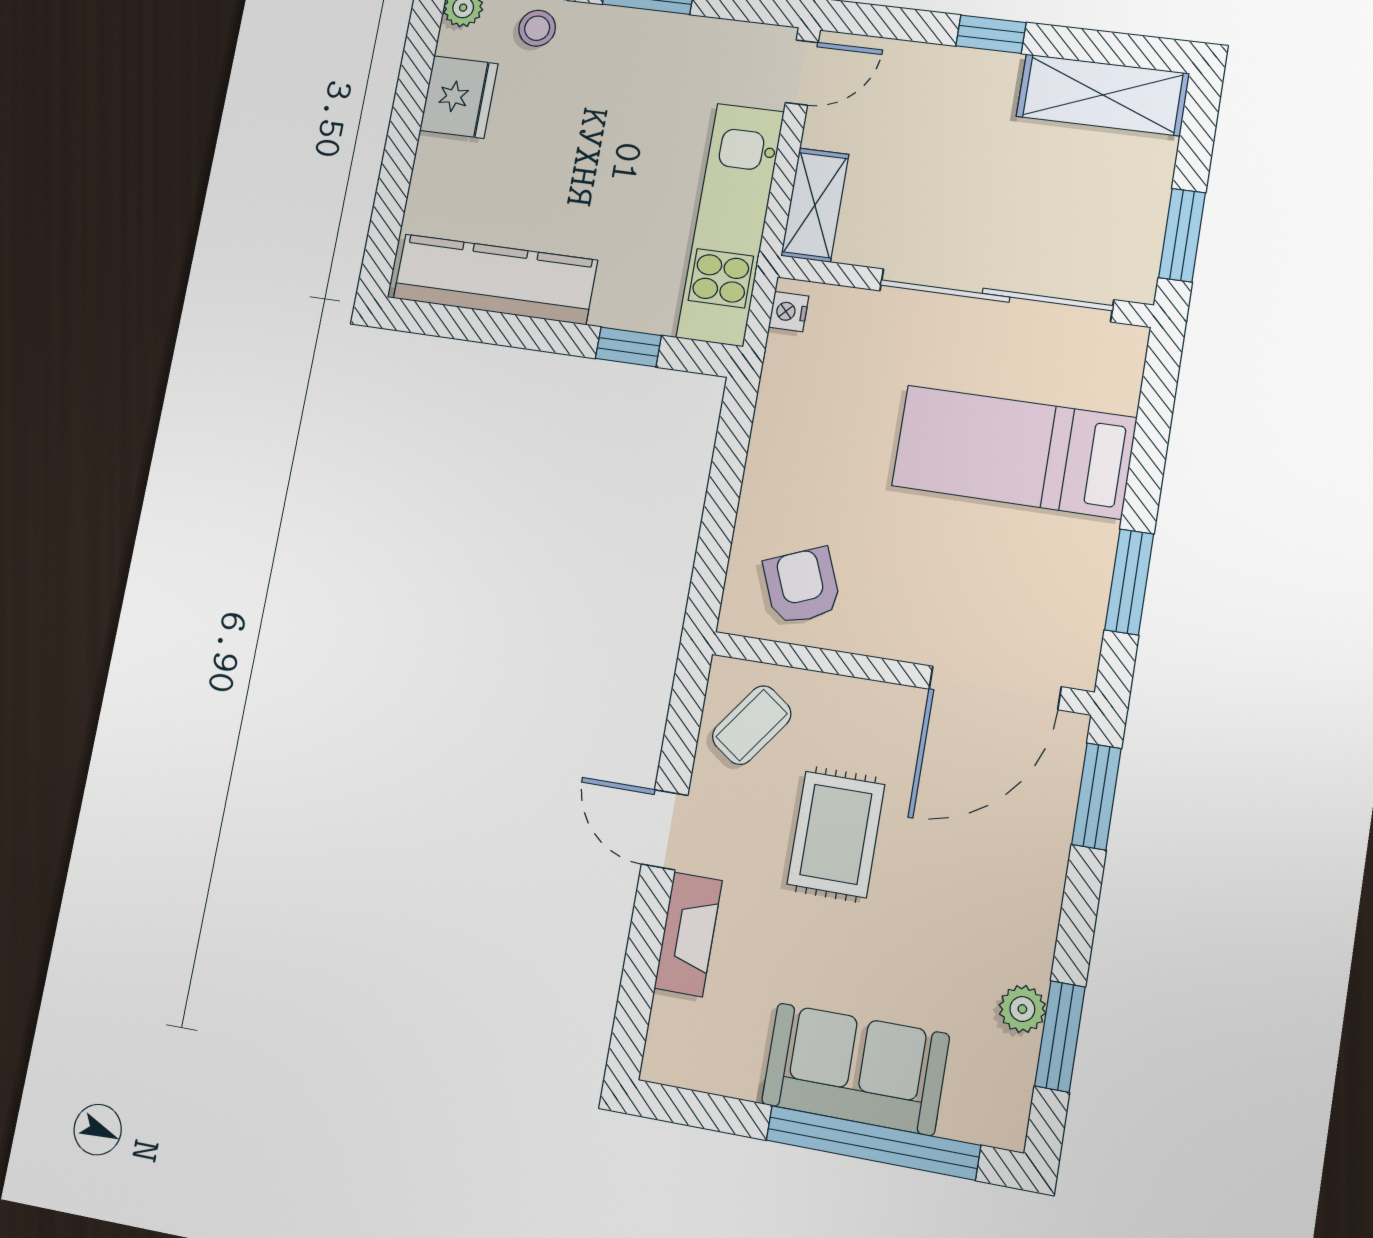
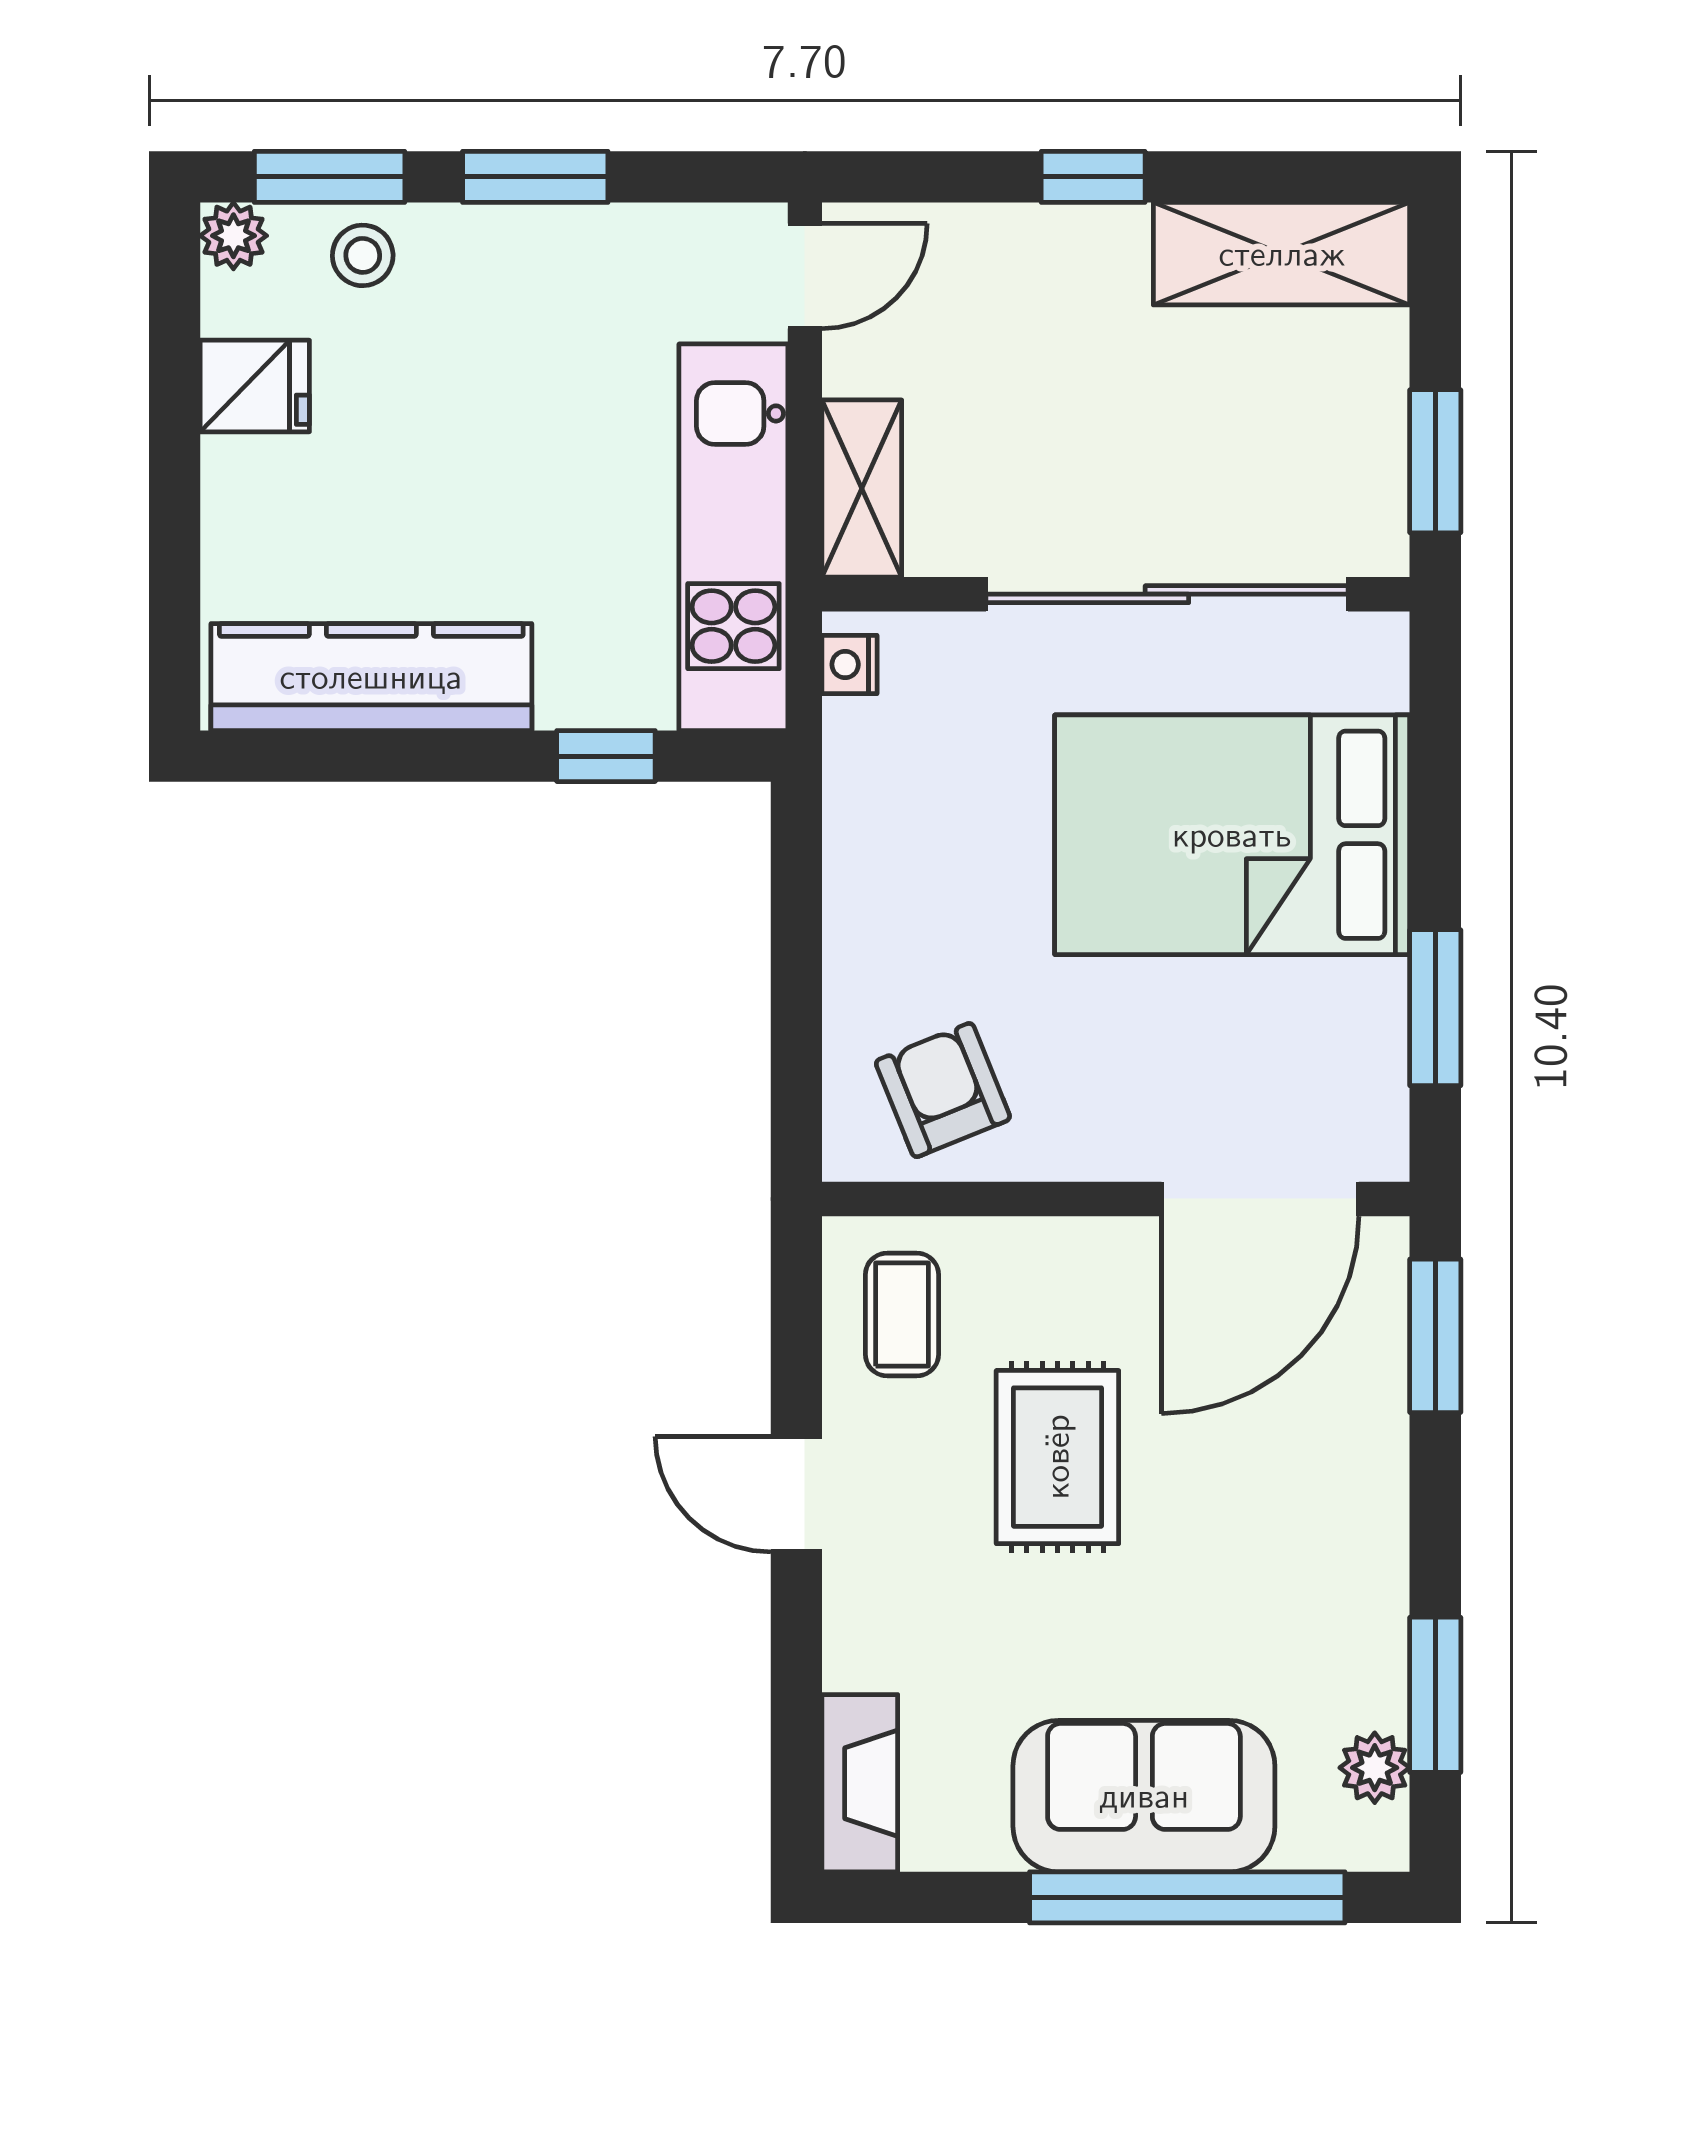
fridge: (459, 97) -> (255, 386), width x0.72
bed: (1014, 452) -> (1232, 835), width x1.50
coffee table: (752, 725) -> (902, 1315), turned -36
fireplace: (688, 934) -> (860, 1783), moved
plant: (1022, 1009) -> (1375, 1768), moved

